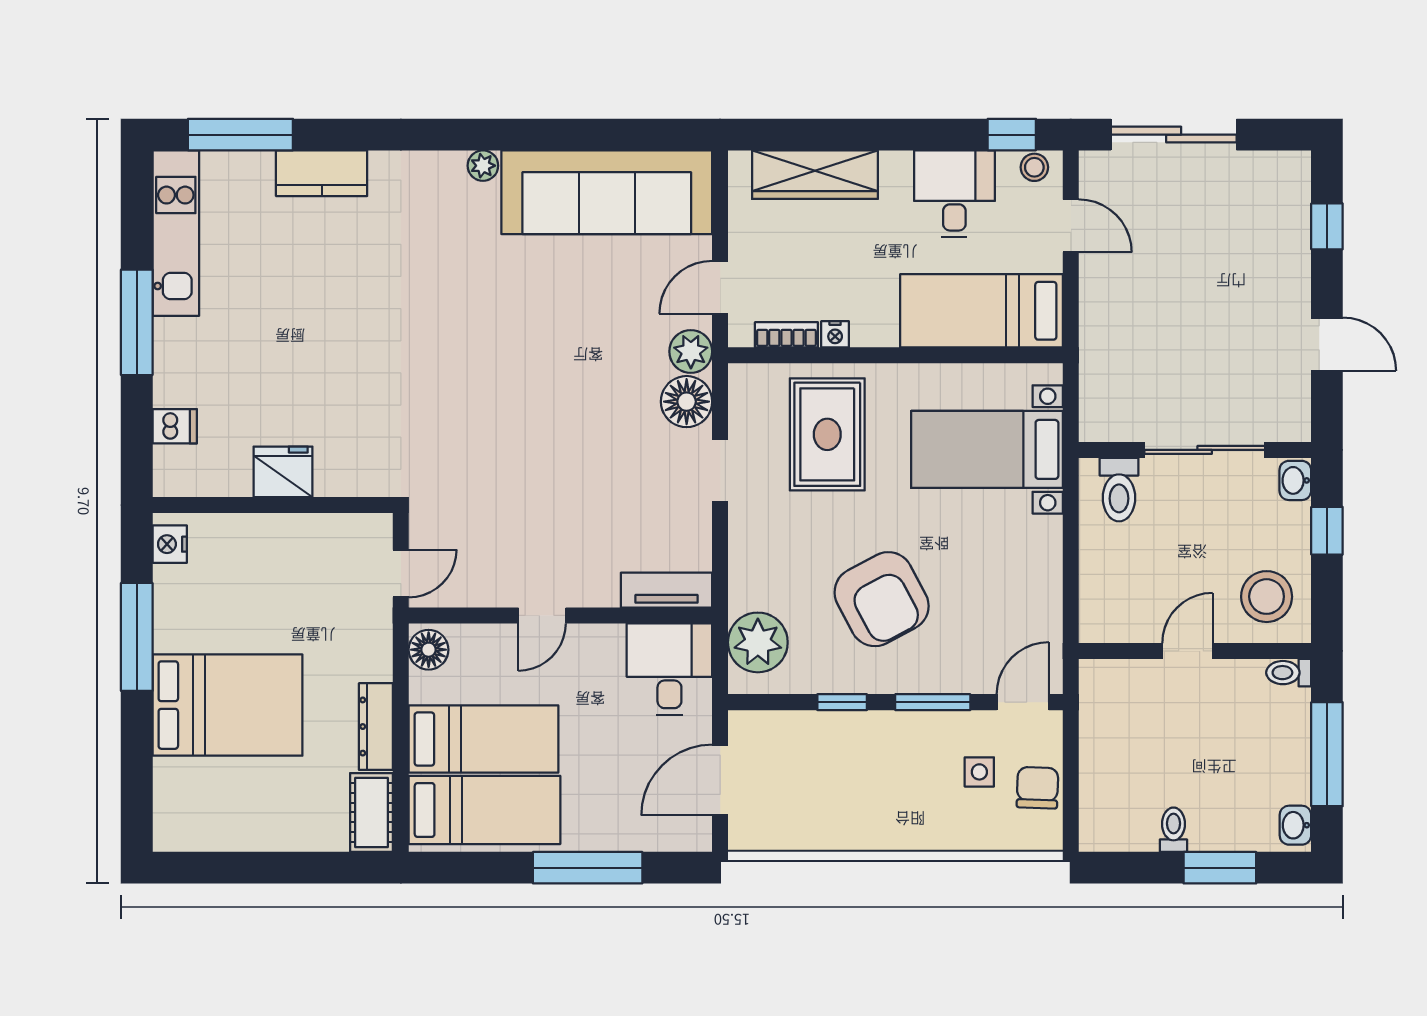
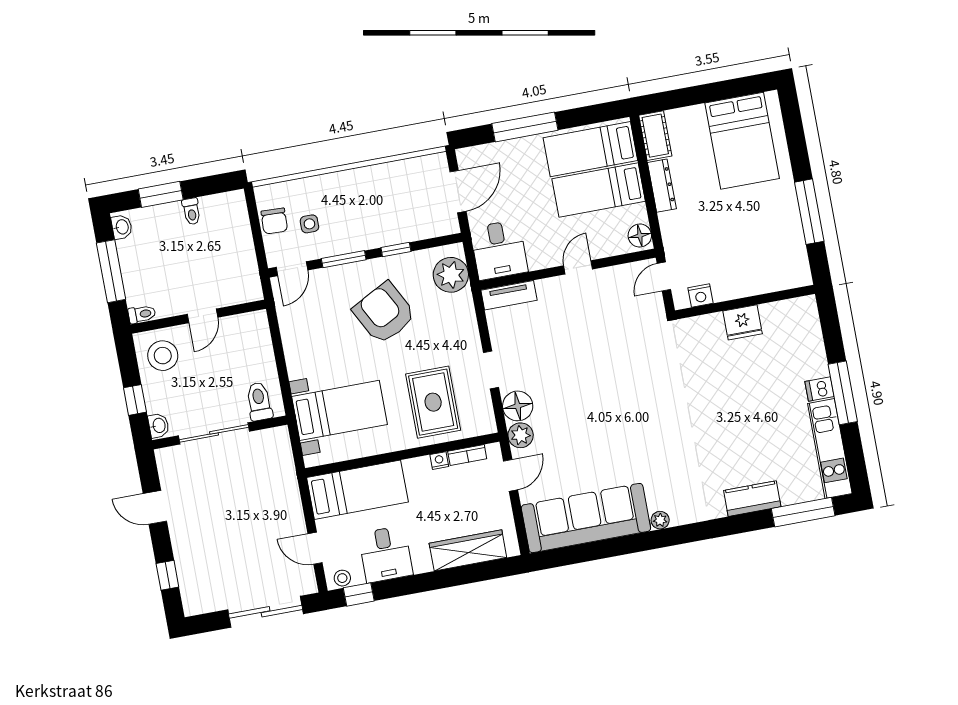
dishwasher: (175, 426) -> (819, 389), moved
nightstand: (170, 544) -> (700, 295), moved, turned 90
bed: (227, 705) -> (742, 141), moved, turned -90

